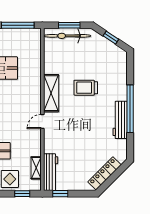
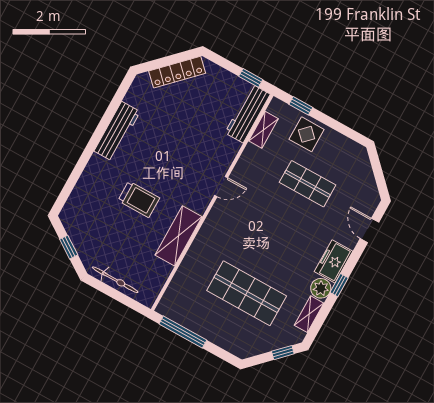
window: (69, 25) -> (115, 294), removed
bicycle: (67, 36) -> (115, 280), width x0.73, depth x0.71
shelving: (51, 93) -> (179, 236), moved
window: (130, 109) -> (96, 139), removed

